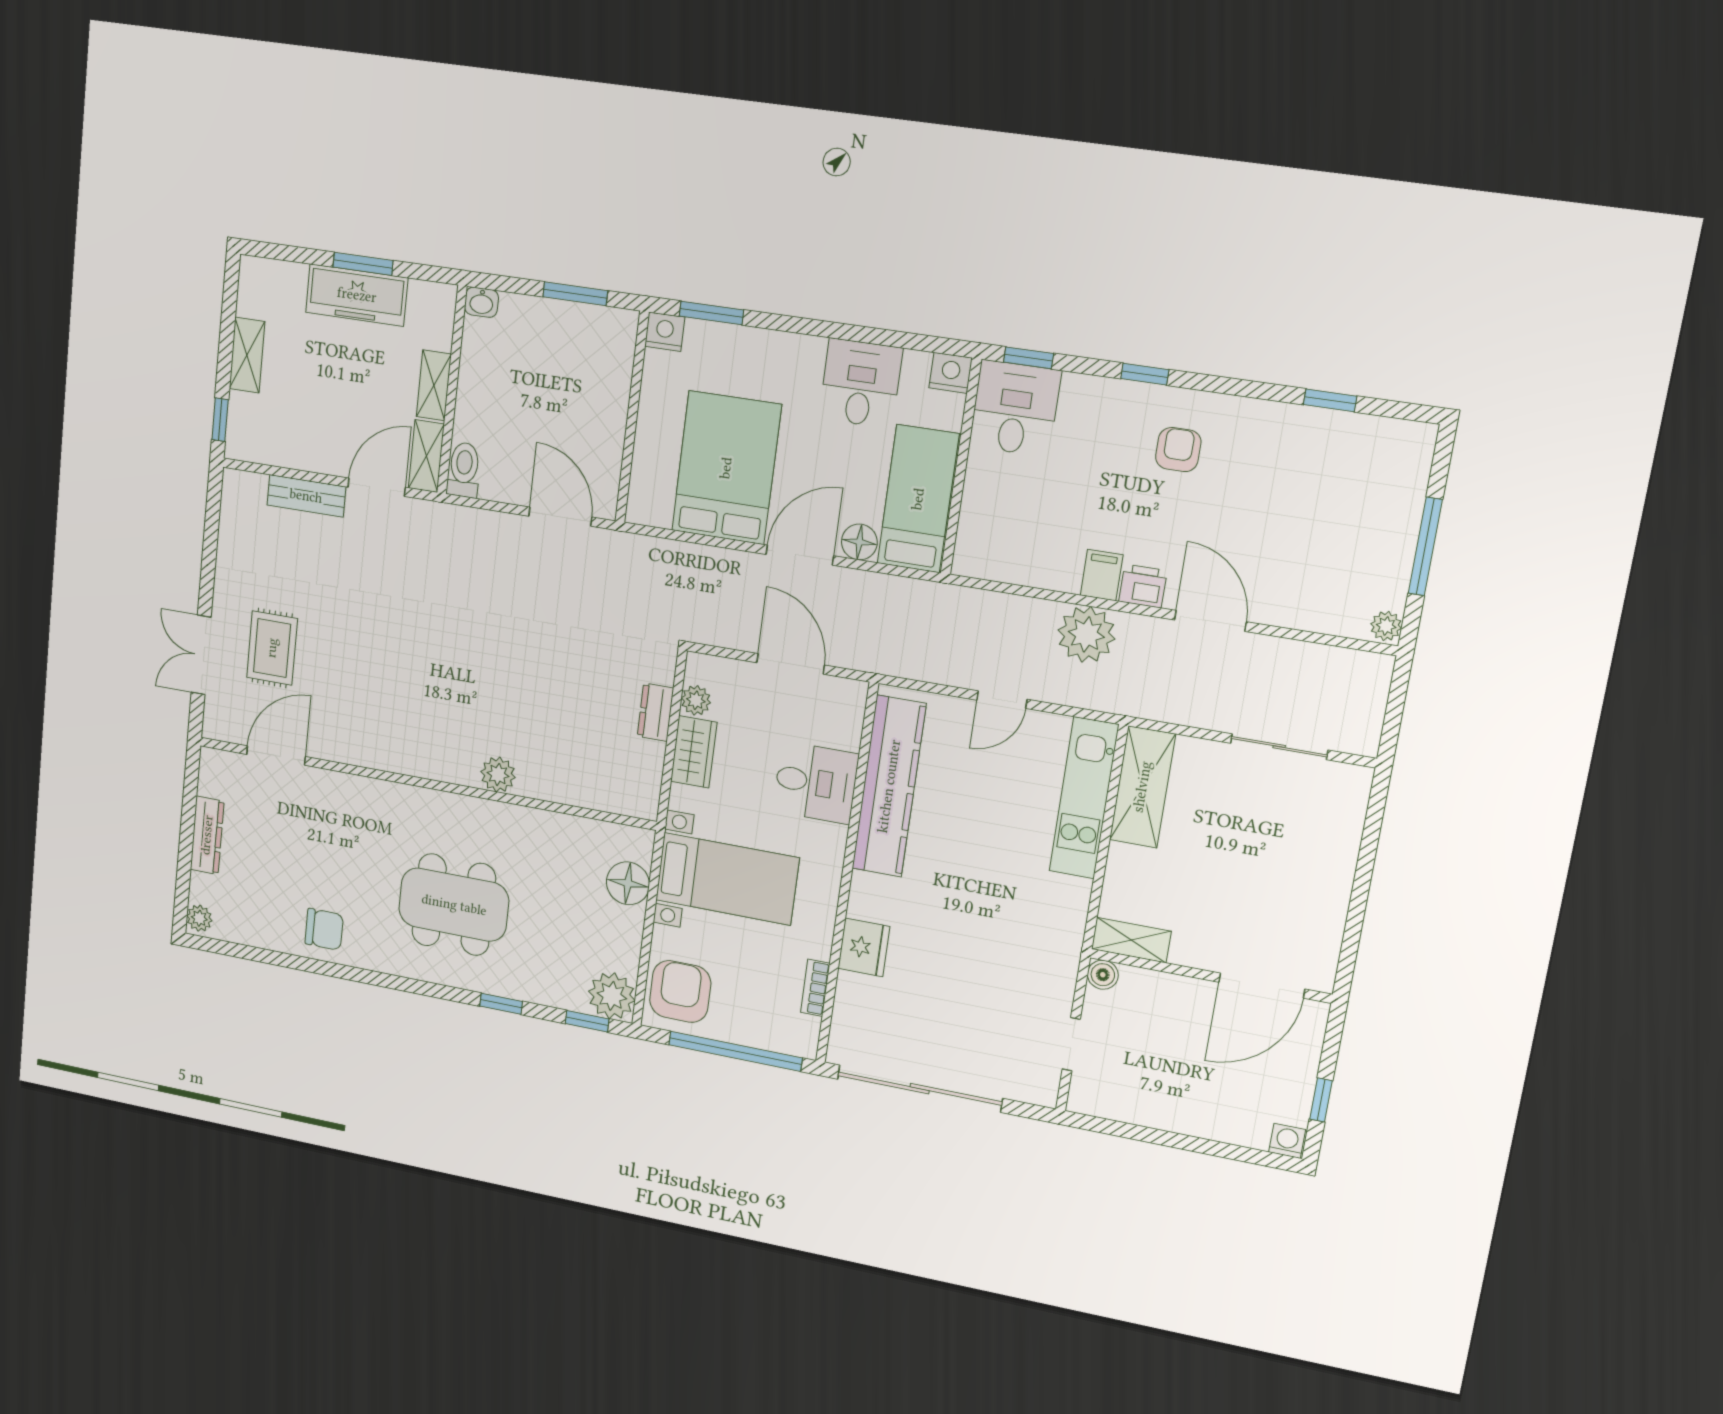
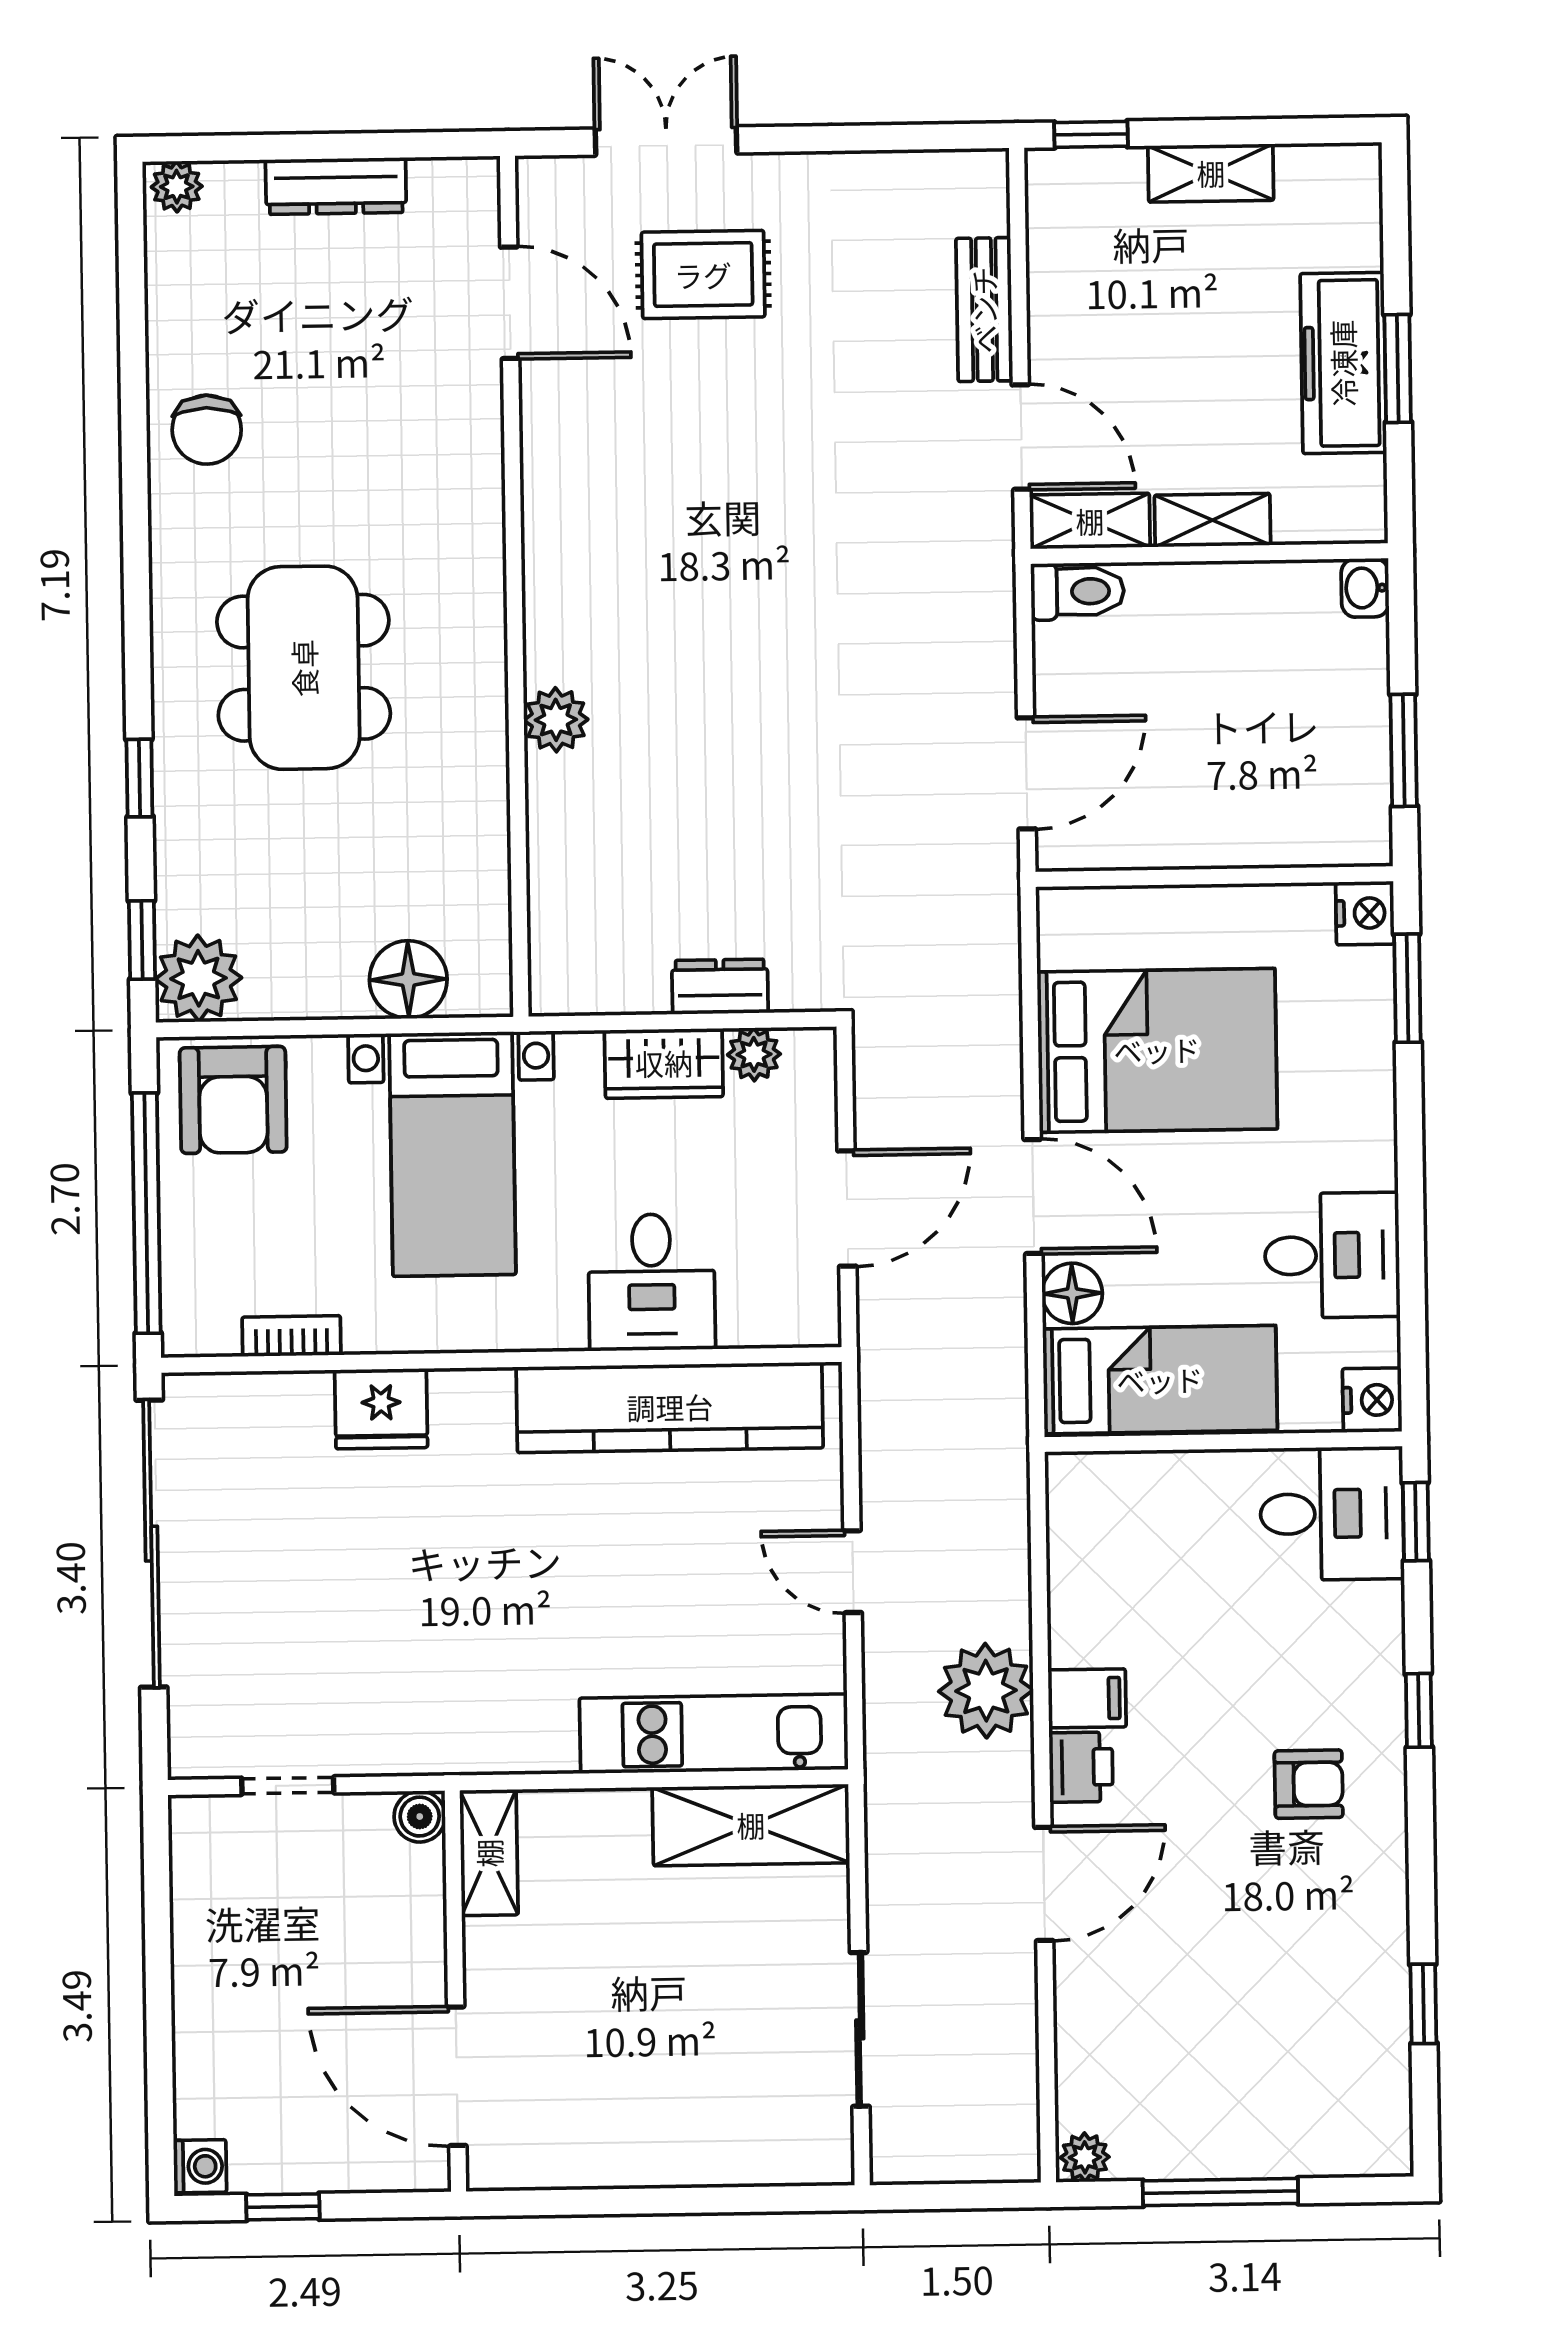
armchair: (680, 991) -> (233, 1100), turned 90

